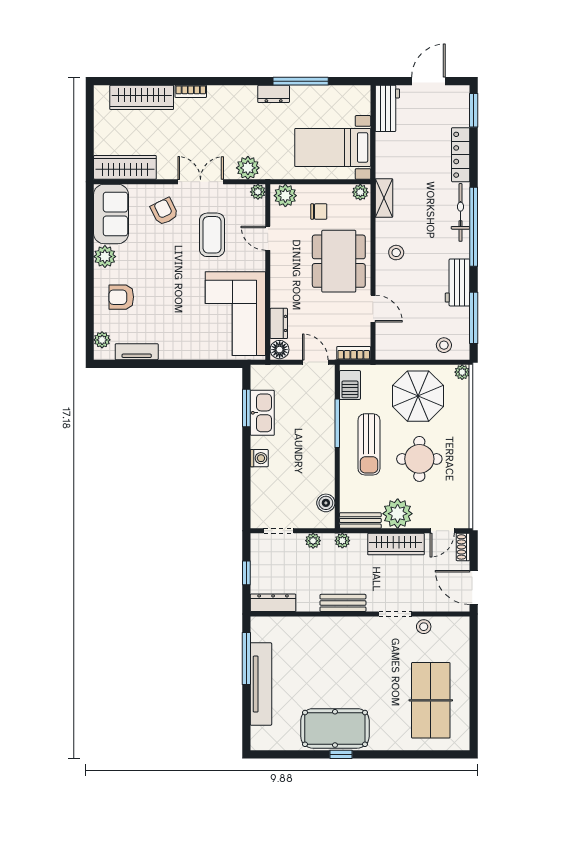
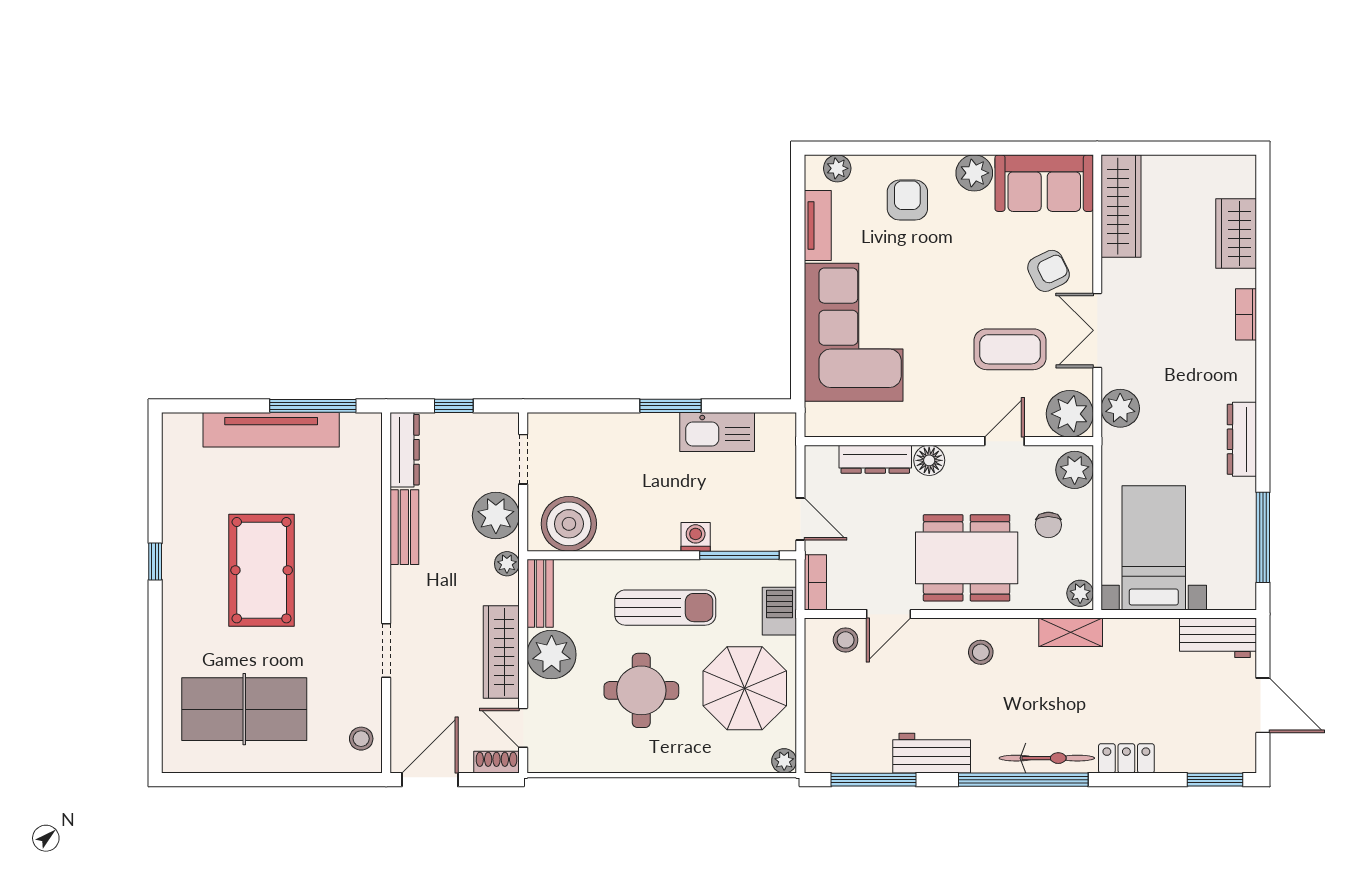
window: (301, 81) -> (1263, 537), moved
dresser: (274, 94) -> (1242, 439), width x1.44
wardrobe: (142, 97) -> (1236, 234), width x0.67
locker: (461, 155) -> (1126, 758), width x0.66
double door: (201, 182) -> (1097, 330), swing flipped
plant: (258, 192) -> (1070, 414), width x1.87, depth x1.87
corner sofa: (235, 314) -> (854, 332), moved, turned 90
dresser: (279, 323) -> (875, 459), width x1.44
stool: (444, 345) -> (846, 640), moved
floor lamp: (280, 350) -> (929, 460), moved
door: (315, 362) -> (800, 519), hinge flipped
barbecue: (350, 385) -> (779, 611), moved, turned 90
window: (246, 408) -> (670, 406), moved
window: (337, 423) -> (739, 555), moved
sun lounger: (369, 444) -> (665, 608), turned 180
washing machine: (259, 458) -> (696, 537), moved, turned 180
boiler: (326, 503) -> (569, 524), width x1.86, depth x1.86
plant: (313, 541) -> (496, 516), width x1.87, depth x1.87
bench: (343, 603) -> (404, 527), moved
stool: (424, 627) -> (361, 739), moved
pool table: (335, 728) -> (262, 570), moved

